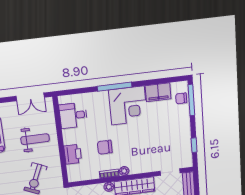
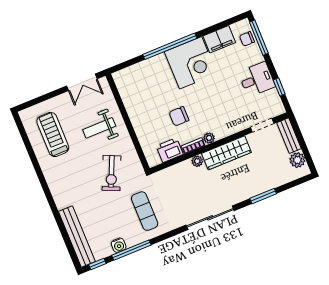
window: (115, 87) -> (170, 46), width x1.46
desk: (73, 115) -> (257, 79), moved, turned 180
weight bench: (35, 139) -> (99, 128), turned 180
printer: (73, 154) -> (170, 150), moved, turned -90

